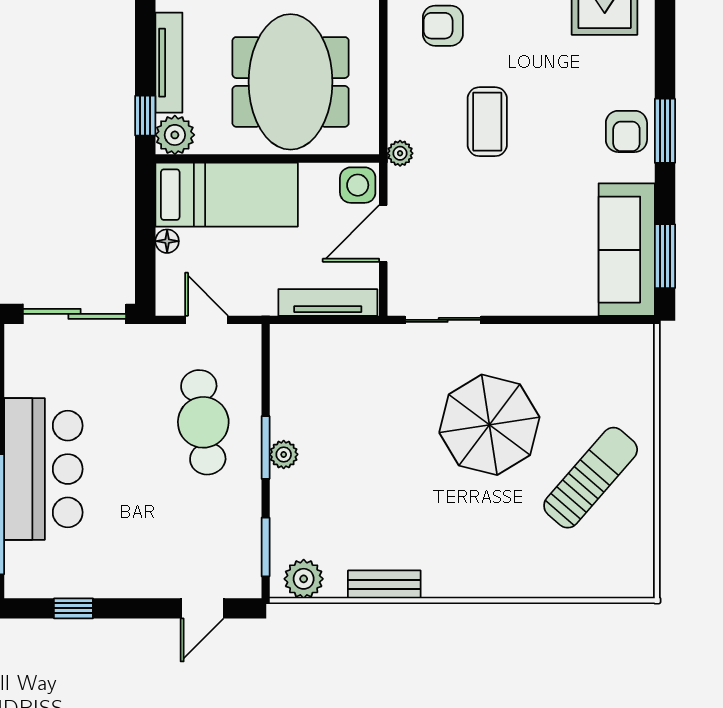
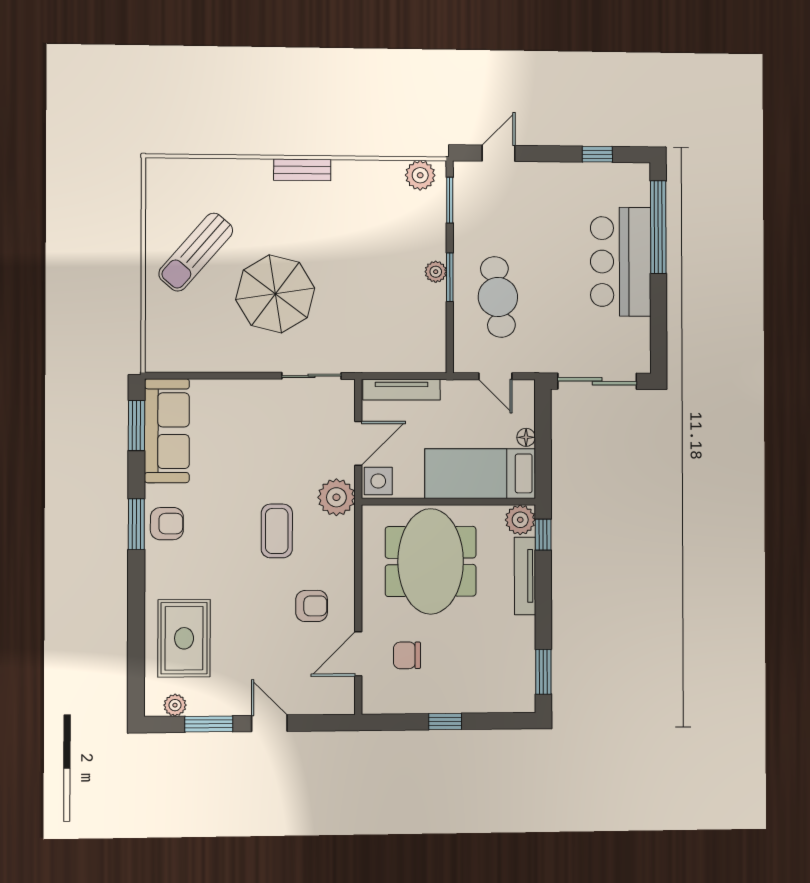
armchair: (626, 131) -> (167, 524), turned 90
plant: (400, 153) -> (336, 497), width x1.88, depth x1.88
bench: (384, 584) -> (302, 170), moved

